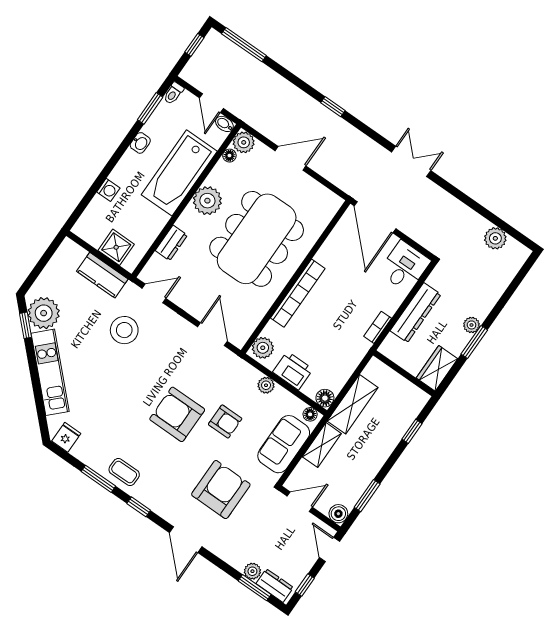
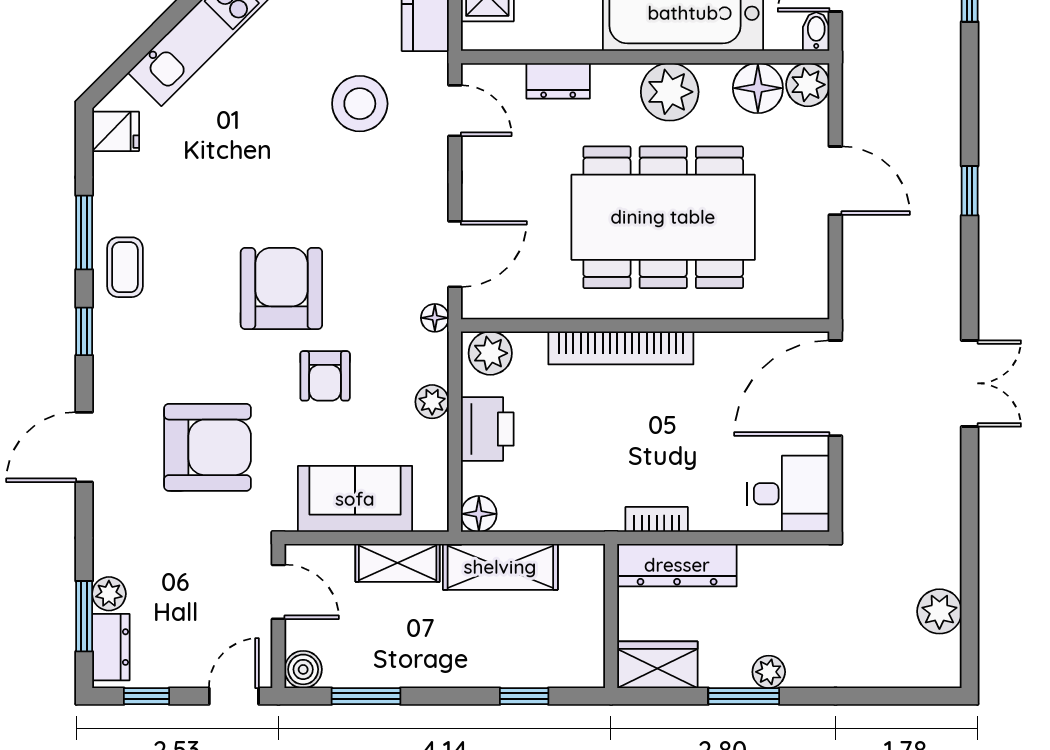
floor lamp: (229, 156) -> (758, 88), width x1.89, depth x1.89
dresser: (416, 313) -> (677, 565), moved
floor lamp: (310, 414) -> (435, 318), moved

